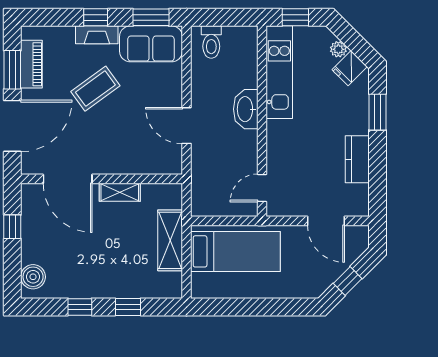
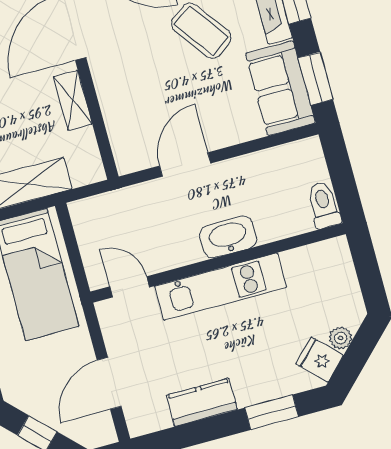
window: (295, 17) -> (367, 270), removed
toilet: (211, 42) -> (324, 205), moved, turned 90
kitchen unit: (279, 72) -> (221, 287), moved

